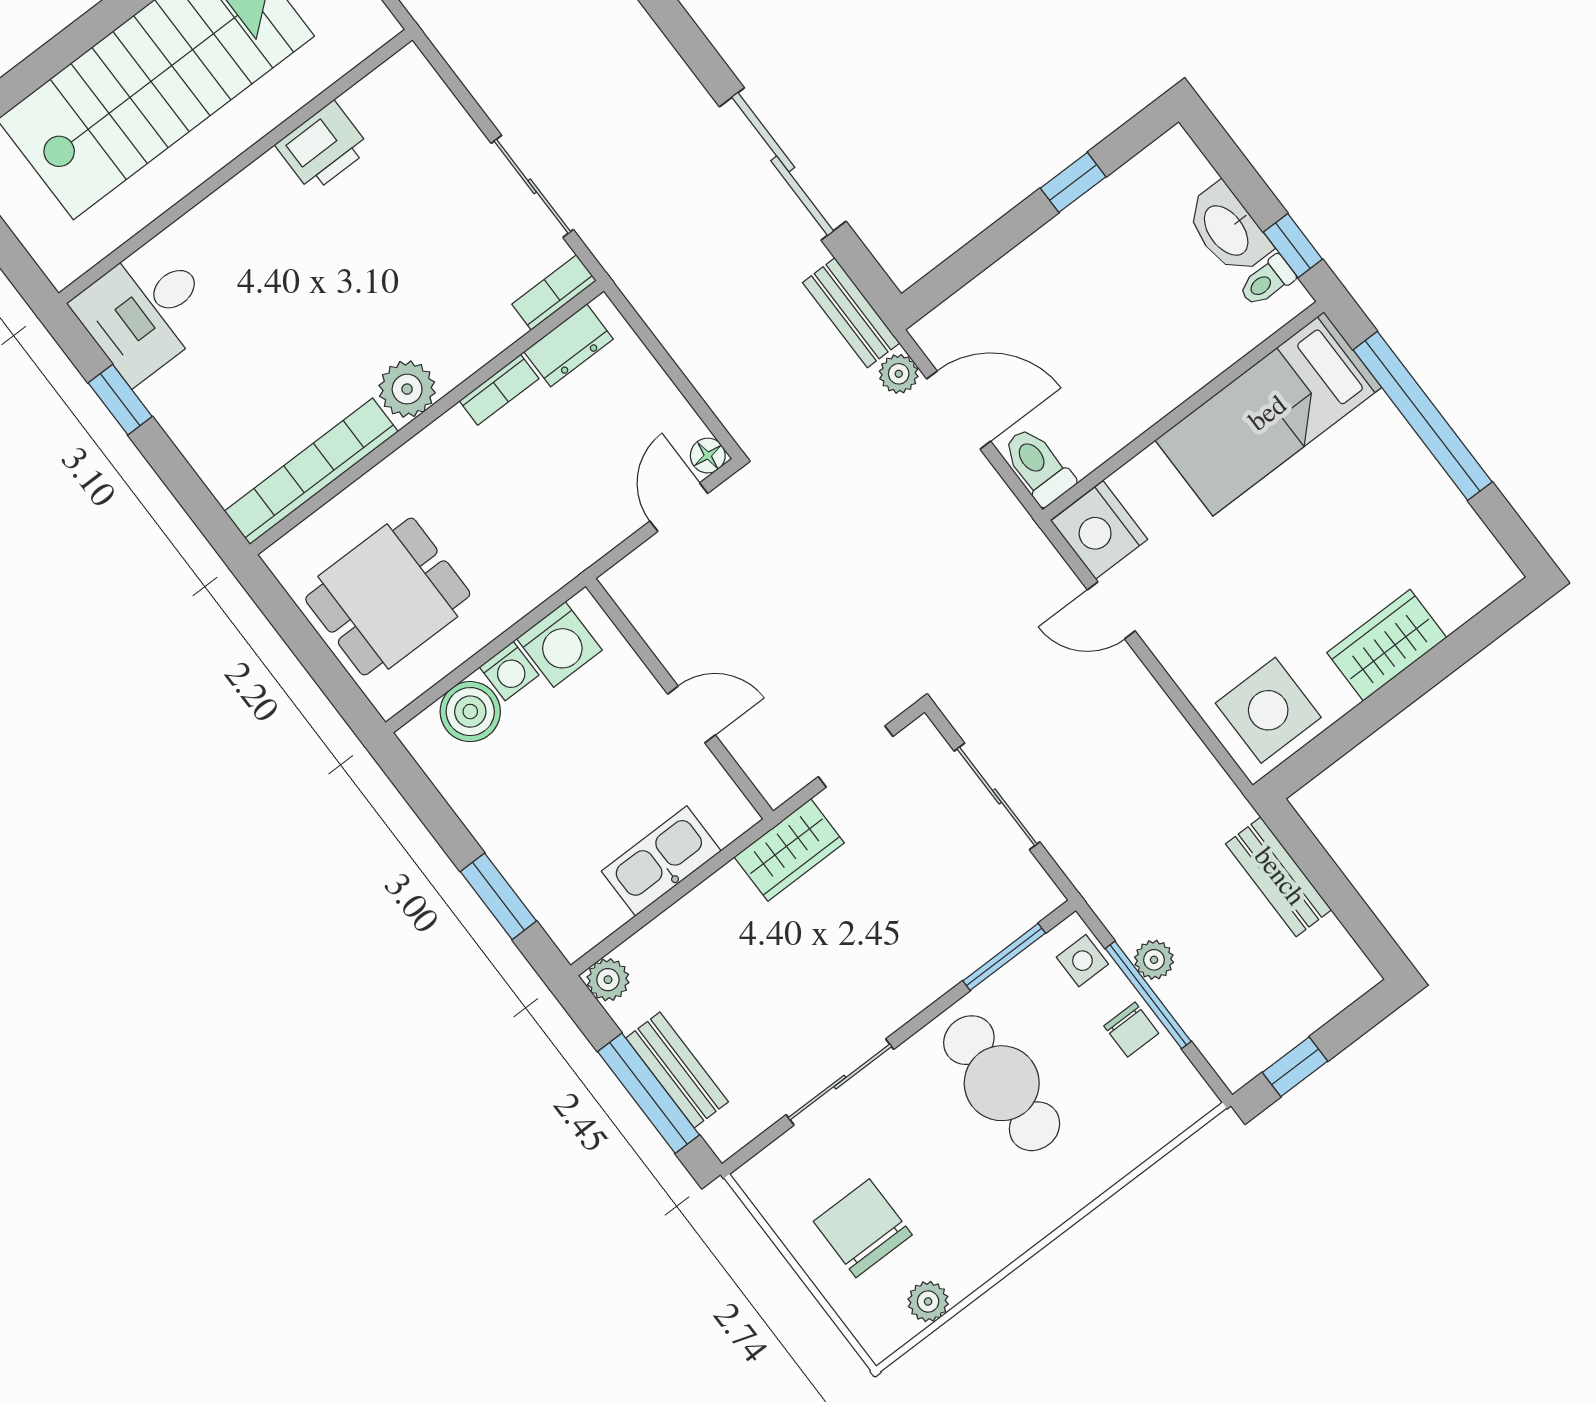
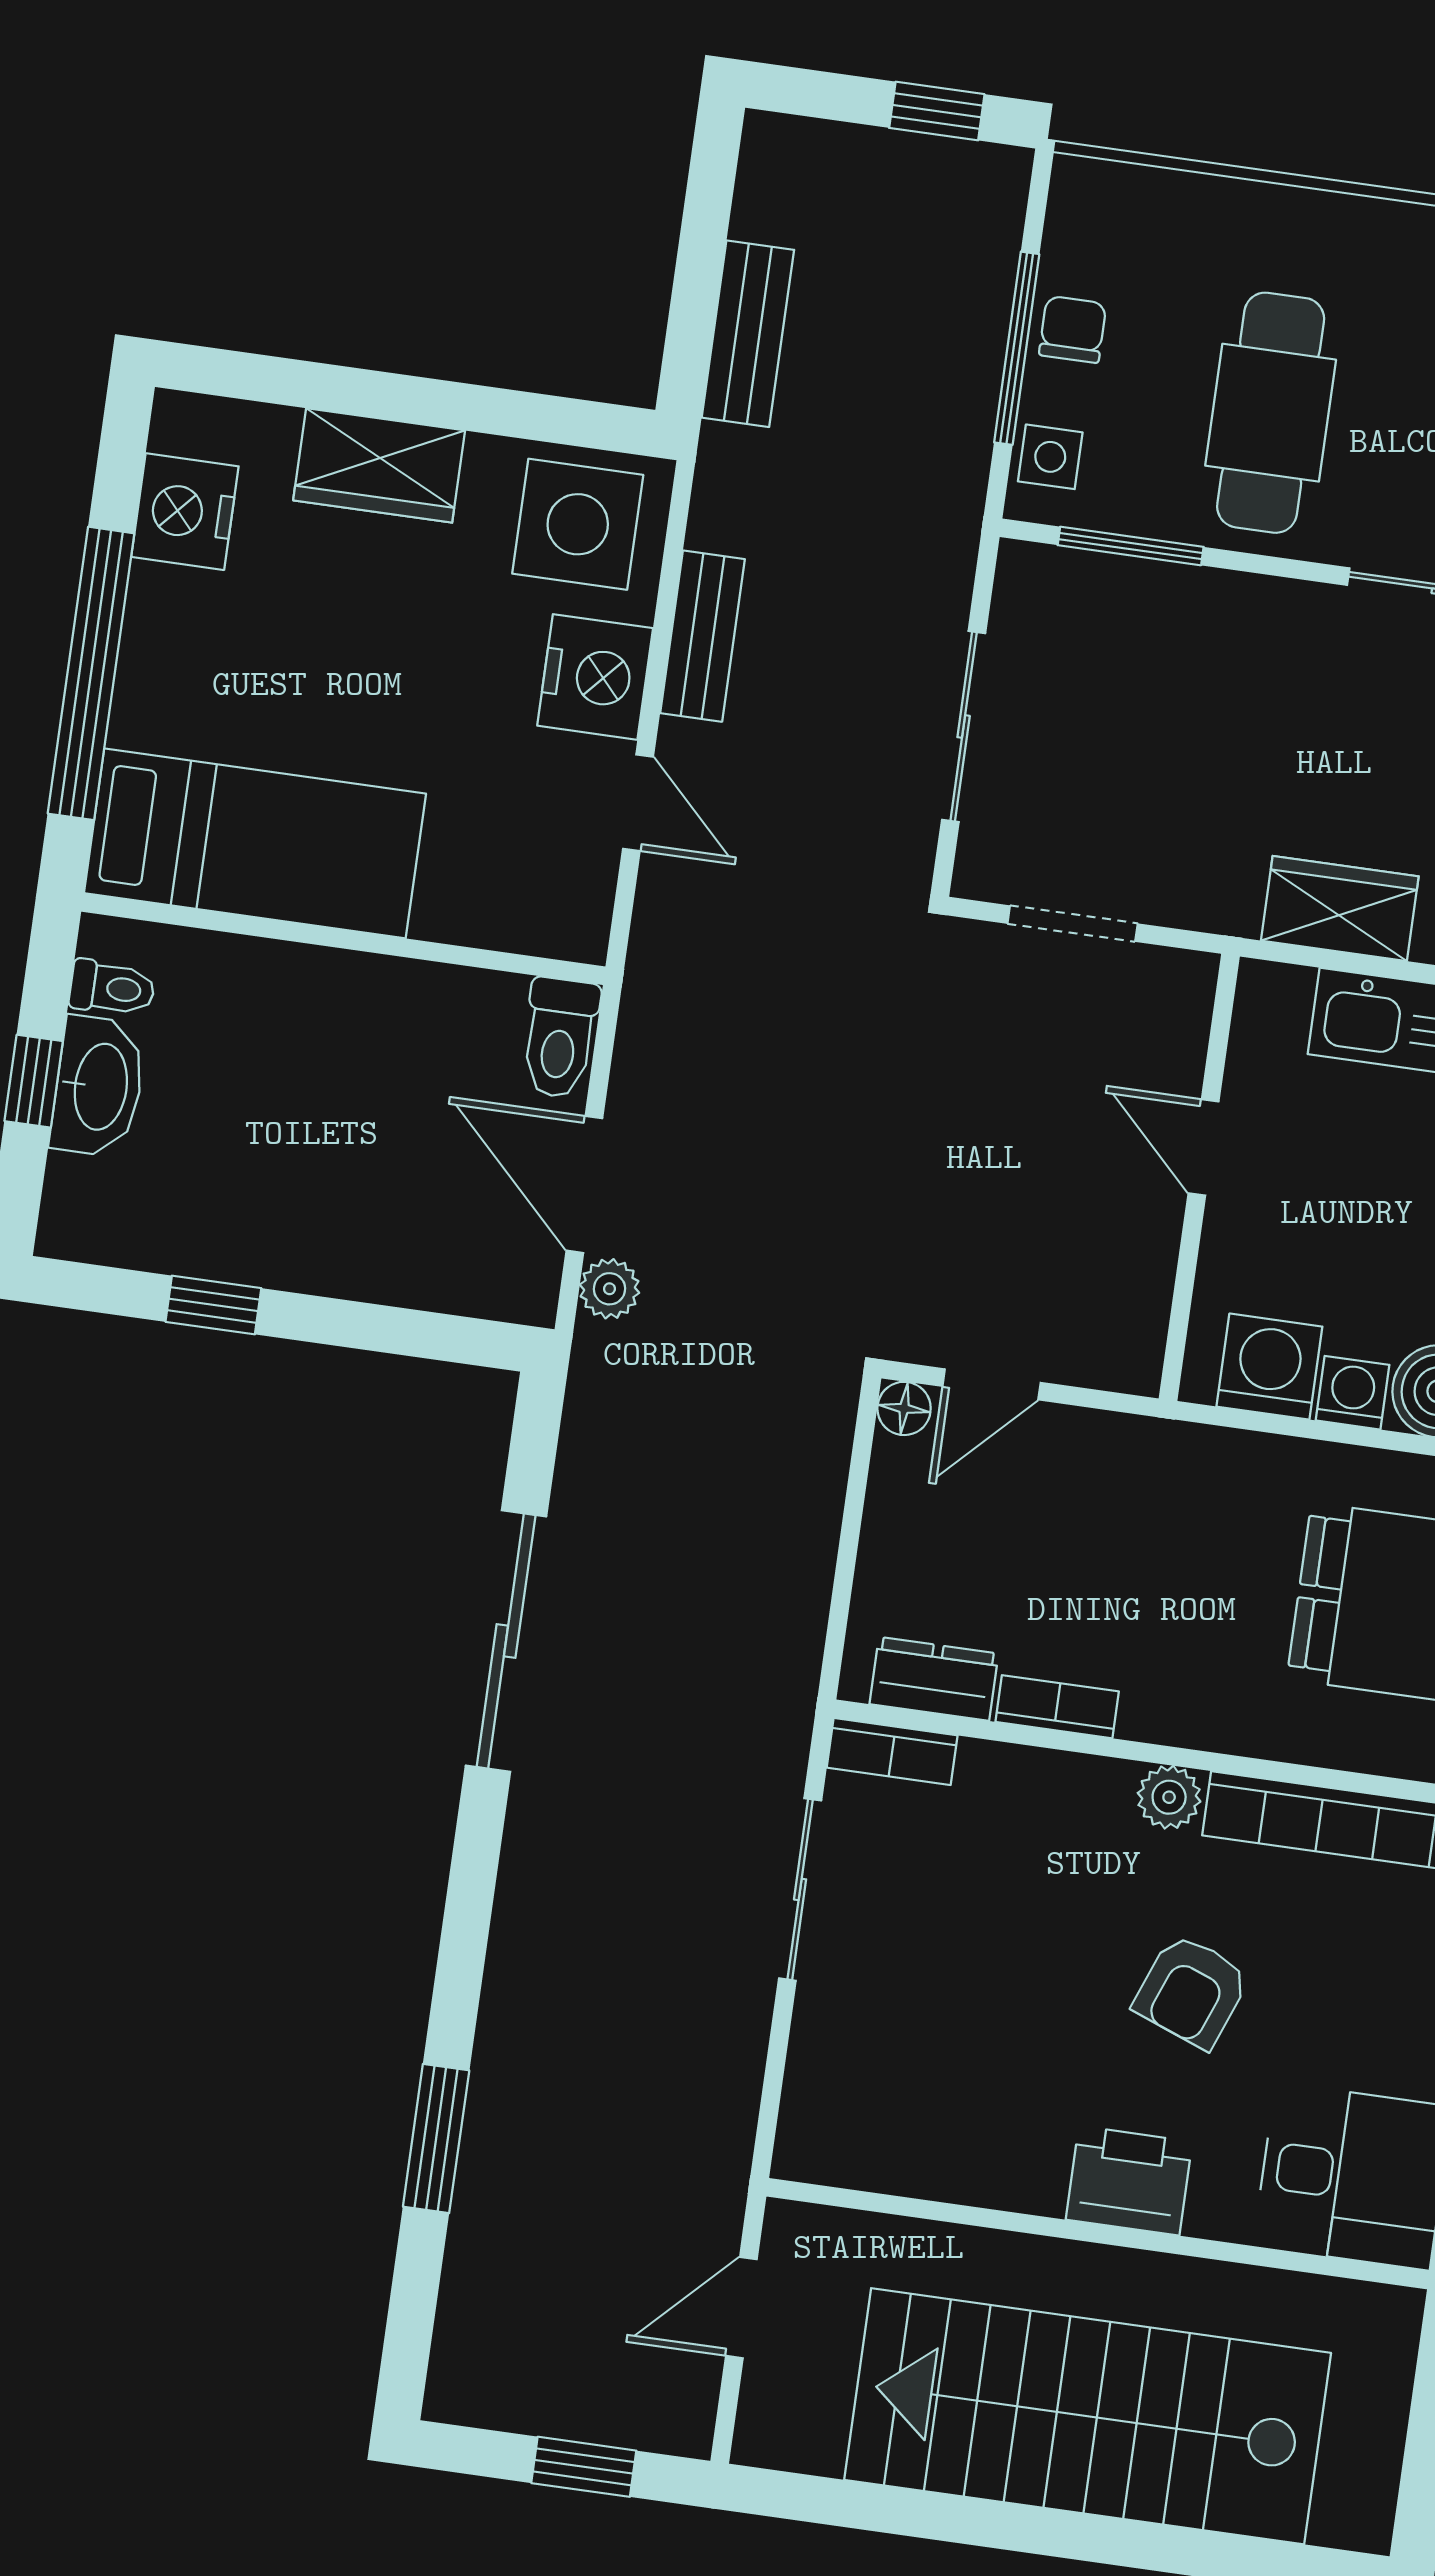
printer: (323, 147) -> (1129, 2181), moved
window: (1293, 246) -> (34, 1081), moved
bench: (851, 313) -> (702, 636), moved
armchair: (305, 321) -> (1192, 1991), added
plant: (407, 389) -> (1169, 1797), width x0.73, depth x0.73
nightstand: (1099, 530) -> (595, 677), moved
nightstand: (1455, 534) -> (185, 512), added
wardrobe: (789, 850) -> (1340, 908), moved
plant: (1154, 960) -> (972, 380), removed

